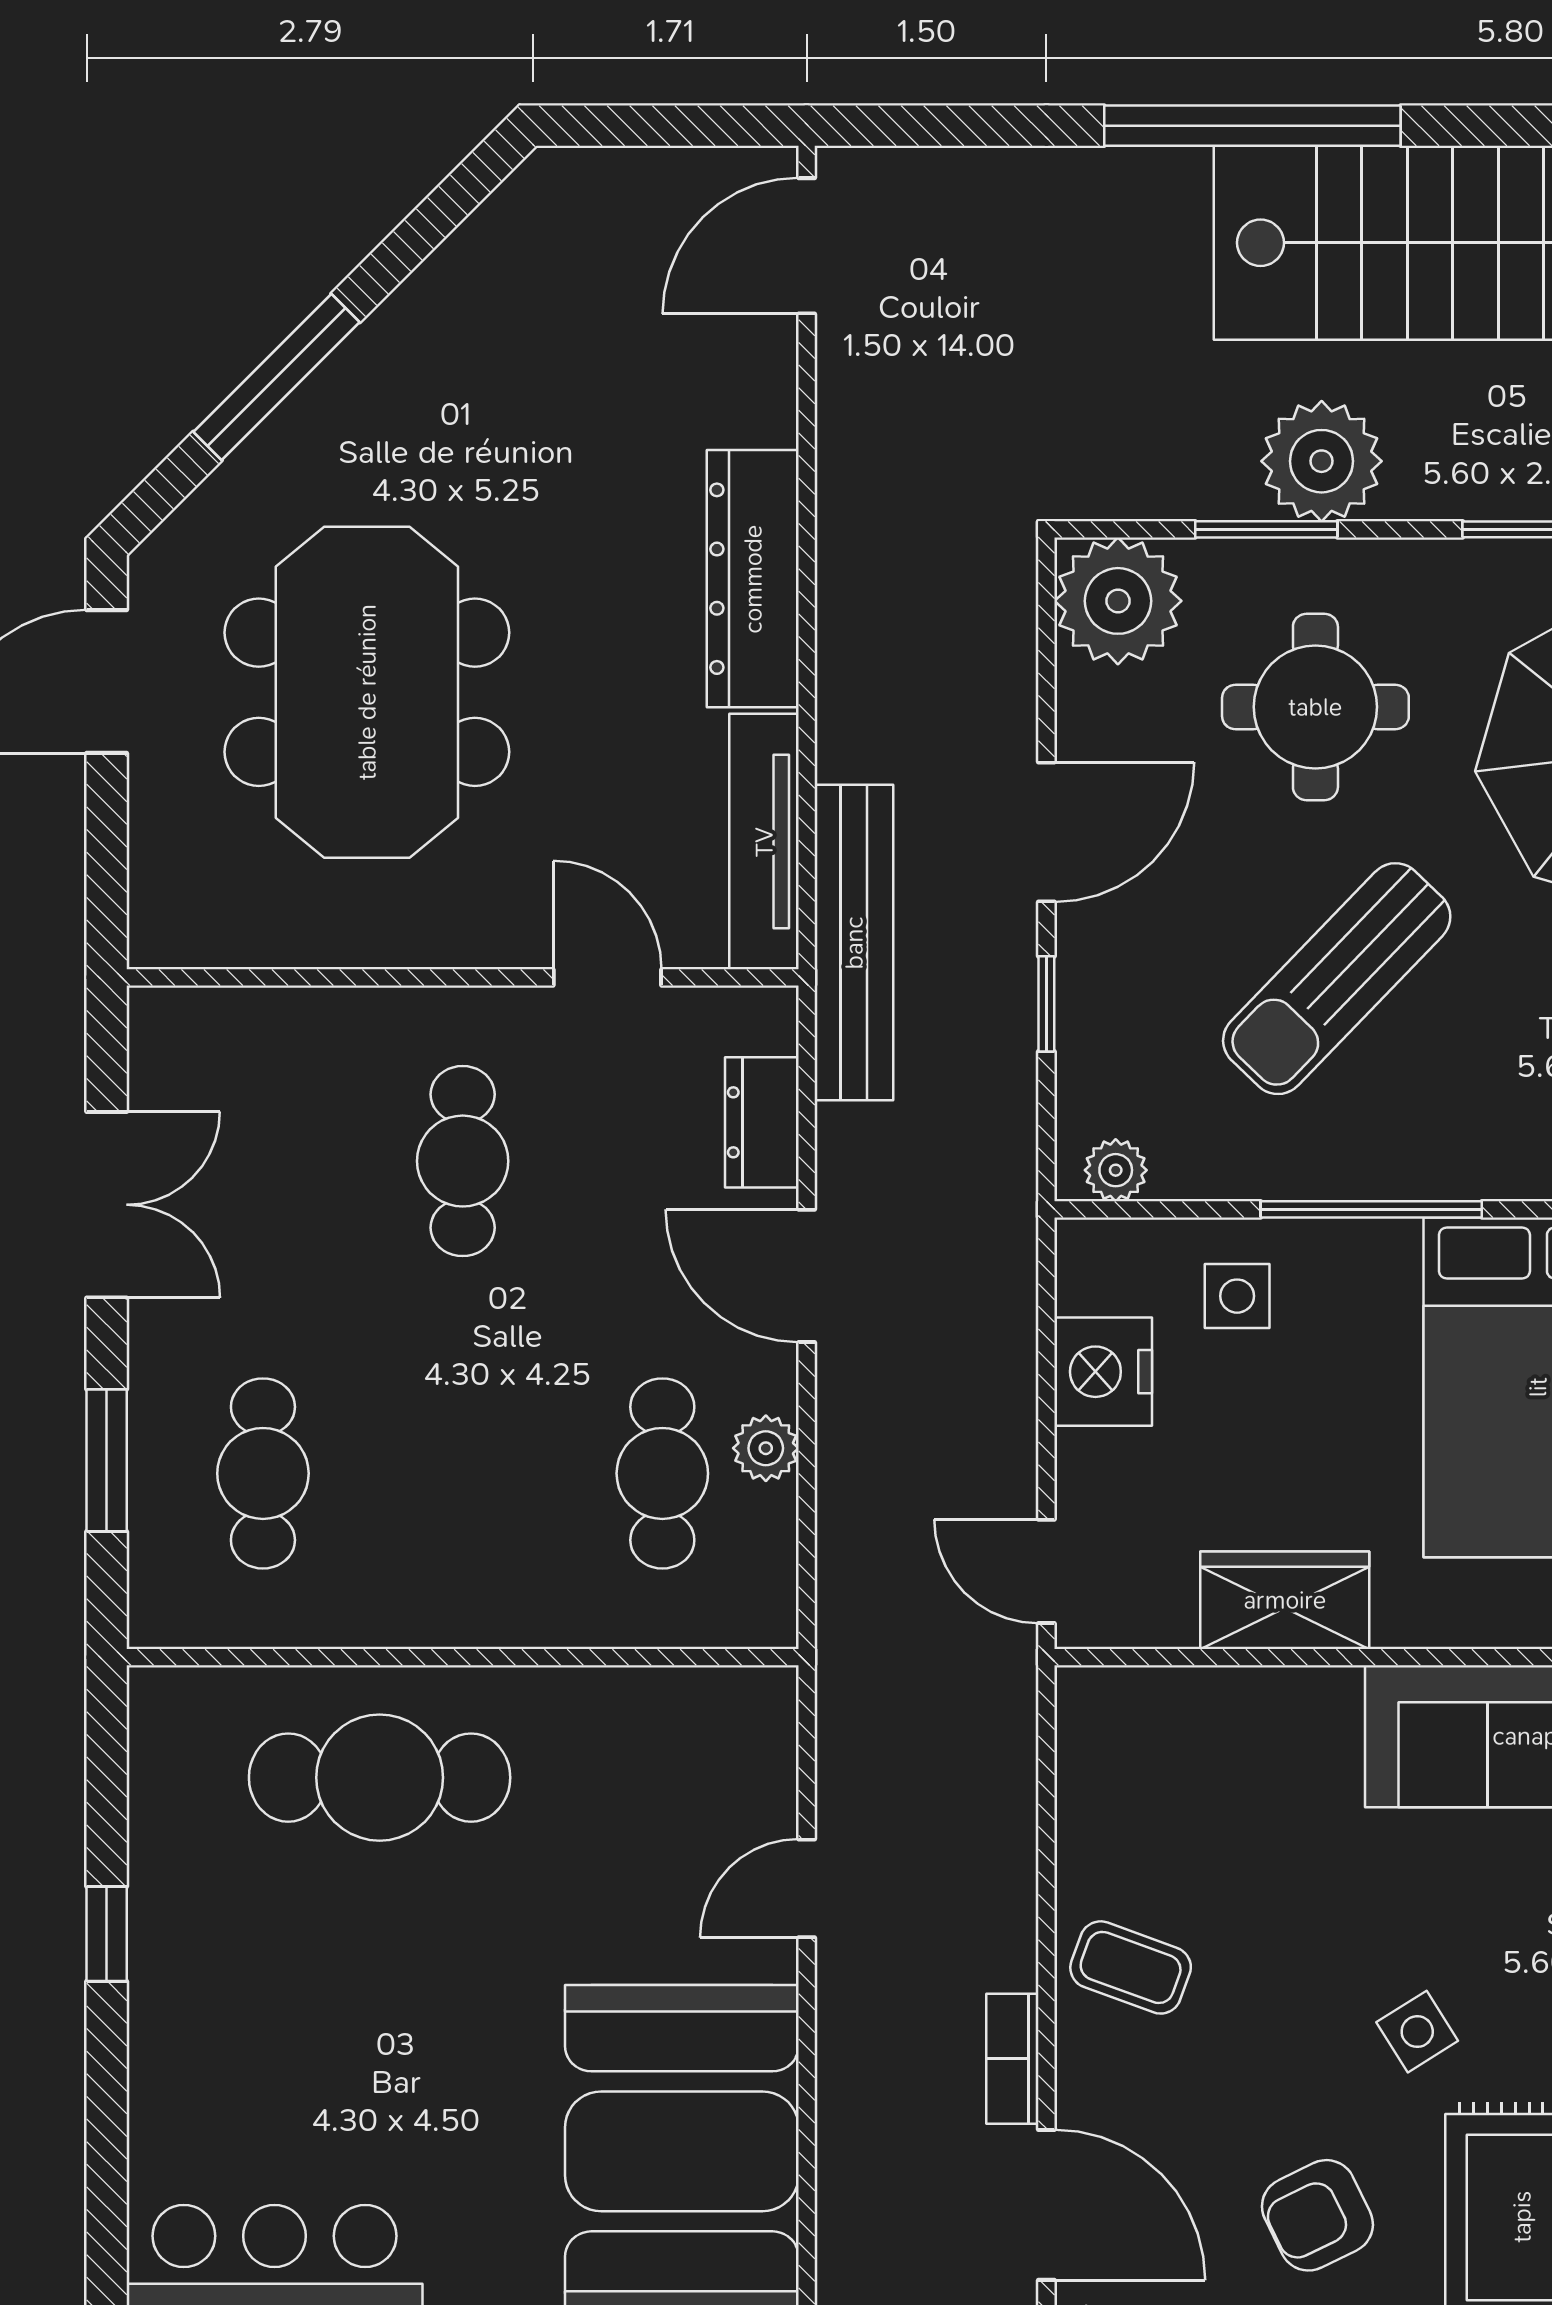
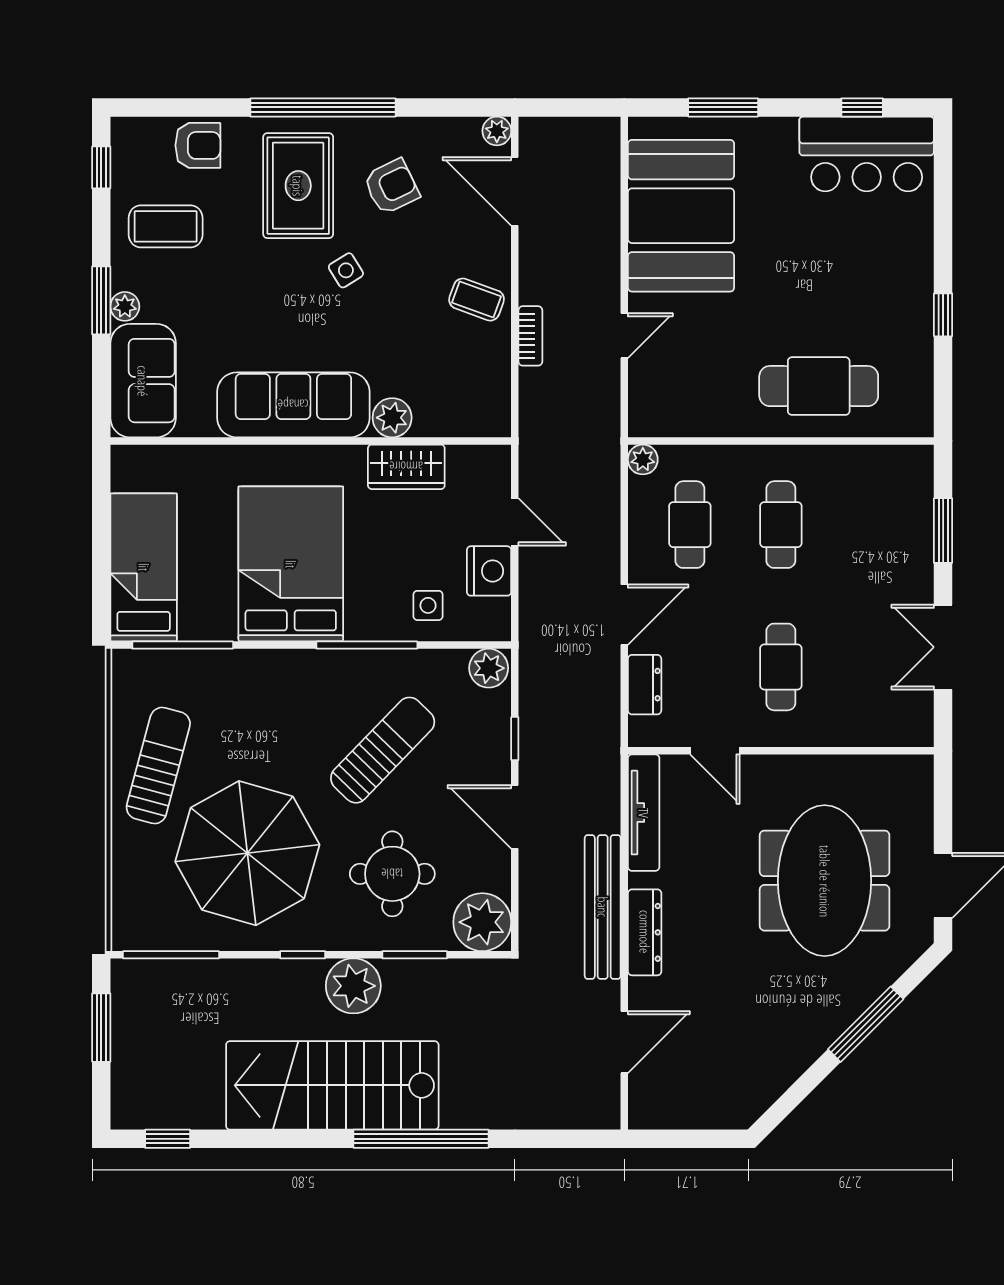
door: (807, 246) -> (624, 1042), moved
plant: (1322, 461) -> (353, 986), moved
dresser: (753, 579) -> (645, 932), width x0.73, depth x0.80
door: (1046, 832) -> (515, 817), hinge flipped
bench: (854, 943) -> (603, 907), moved
plant: (1116, 1170) -> (489, 668), width x1.38, depth x1.38
door: (807, 1276) -> (624, 615), hinge flipped
plant: (766, 1448) -> (643, 459), moved
cafe table: (263, 1473) -> (781, 525), moved
door: (1046, 1571) -> (515, 522), moved
plant: (1316, 1708) -> (392, 418), added
bookcase: (1012, 2059) -> (530, 336), moved

